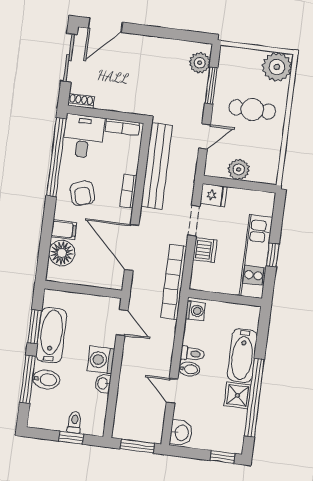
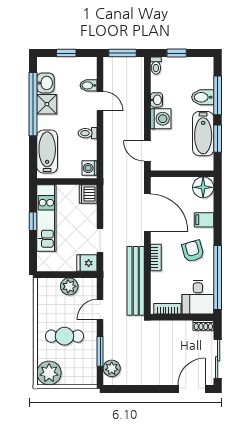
dishwasher: (205, 250) -> (88, 194), moved
floor lamp: (62, 253) -> (203, 187), moved
bookcase: (174, 282) -> (110, 189), removed
bathtub: (242, 356) -> (47, 151), moved
bidet: (189, 369) -> (89, 85), moved
toilet: (74, 422) -> (156, 66), moved
washbasin: (181, 433) -> (46, 83), moved, turned 180
window: (222, 457) -> (66, 53), moved

